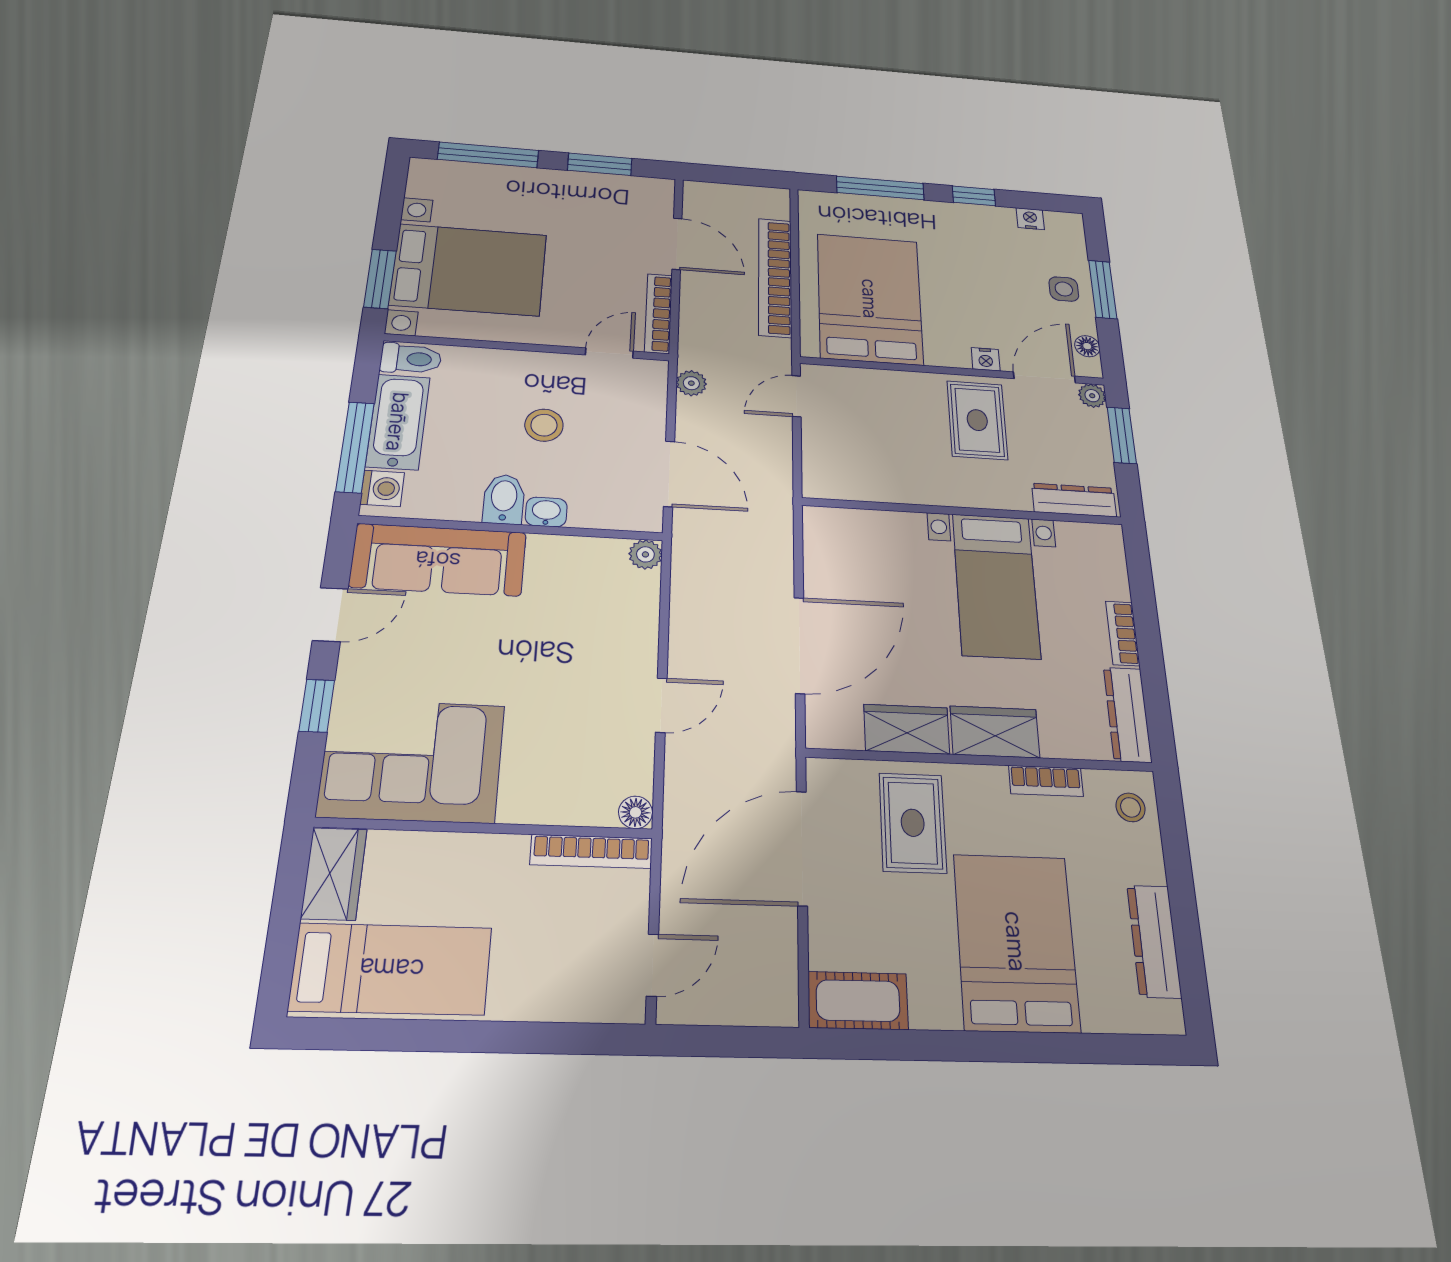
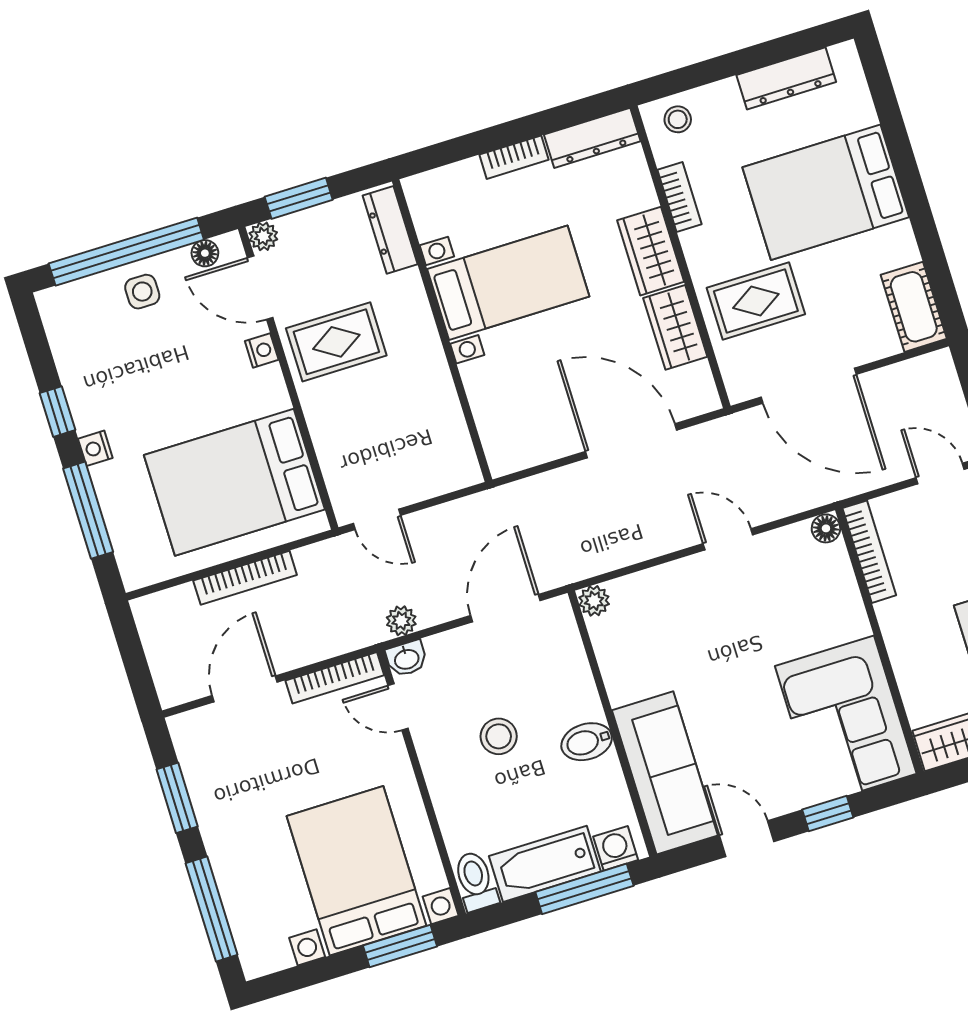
nightstand: (1030, 219) -> (95, 448), moved
bookcase: (775, 277) -> (245, 578), width x0.68, depth x0.76
window: (1103, 289) -> (126, 252), width x2.11
washbasin: (546, 512) -> (406, 659), moved, turned -90

